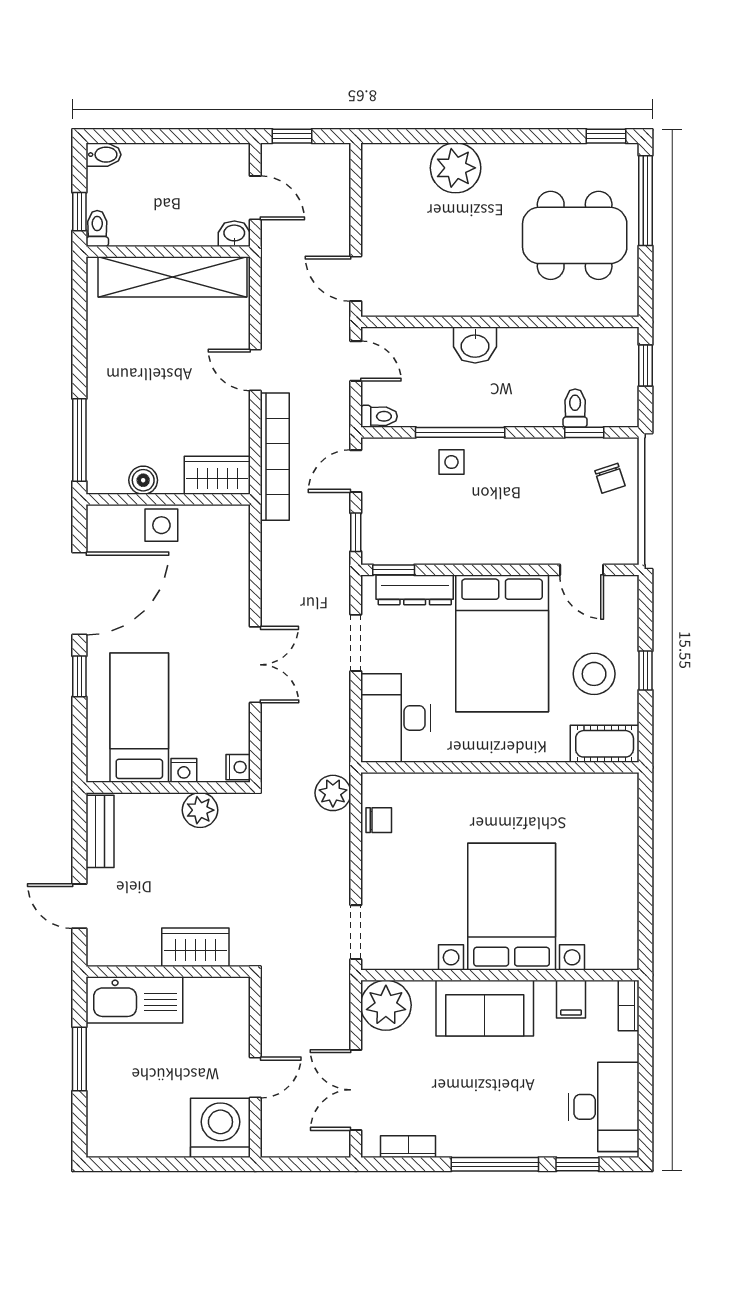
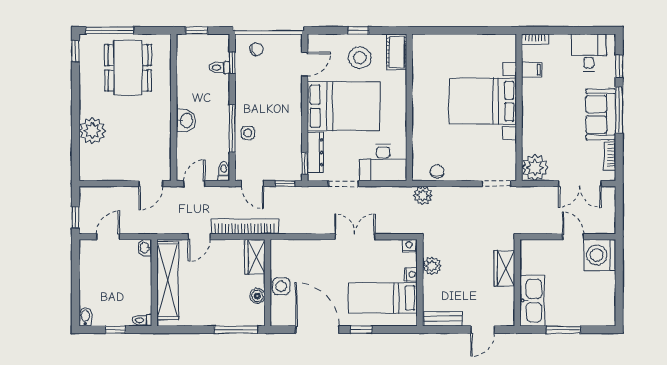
toilet: (97, 229) -> (142, 320), moved
washbasin: (234, 234) -> (145, 248), moved
wall: (168, 252) -> (154, 283), moved
shelving: (173, 277) -> (168, 280), moved
sofa: (485, 1008) -> (601, 114), moved, turned 180
desk: (604, 1107) -> (589, 53), width x0.73

